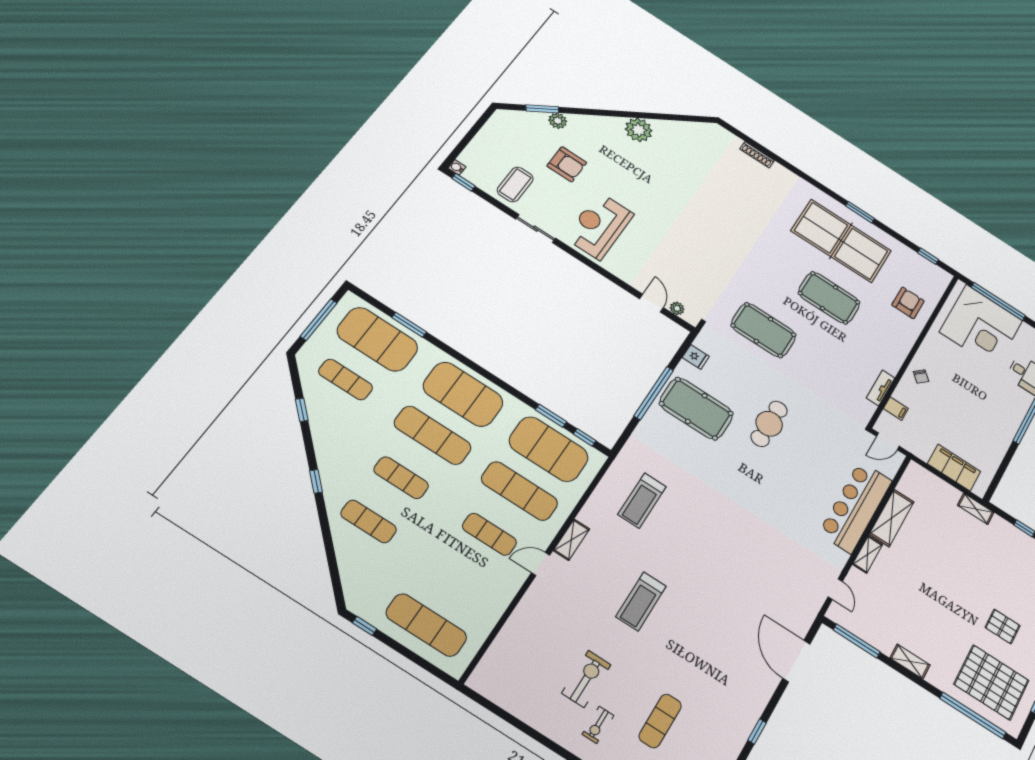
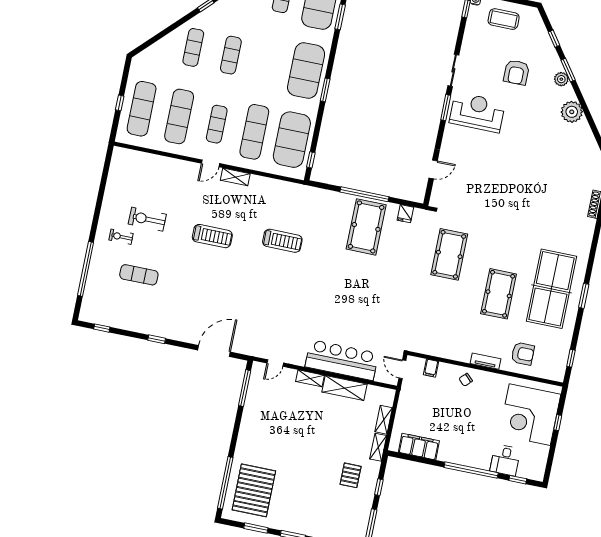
window: (542, 109) -> (554, 39), width x0.67
window: (587, 112) -> (568, 70), added
plant: (558, 121) -> (561, 79), moved
coffee table: (515, 184) -> (504, 19), moved
window: (579, 257) -> (446, 108), added
window: (998, 301) -> (558, 423), width x0.32
plant: (677, 308) -> (437, 188), removed
tv unit: (881, 388) -> (485, 361), moved
window: (551, 416) -> (325, 90), moved
cafe table: (769, 424) -> (378, 281), removed
exercise mat: (433, 435) -> (179, 116), moved
filing cabinet: (954, 468) -> (419, 447), moved, turned -90
treadmill: (642, 501) -> (282, 241), moved, turned 180
door: (541, 564) -> (210, 163), swing flipped
treadmill: (641, 601) -> (212, 236), turned 180
window: (365, 626) -> (120, 103), moved
pallet: (1003, 626) -> (351, 475), moved
shelving: (910, 662) -> (384, 420), moved
exercise bike: (586, 679) -> (147, 219), turned 180

